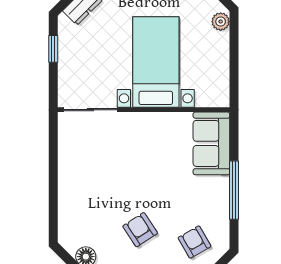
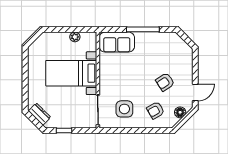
plant: (221, 22) -> (75, 37), moved
side table: (92, 157) -> (124, 109), added
armchair: (194, 242) -> (156, 110), moved

